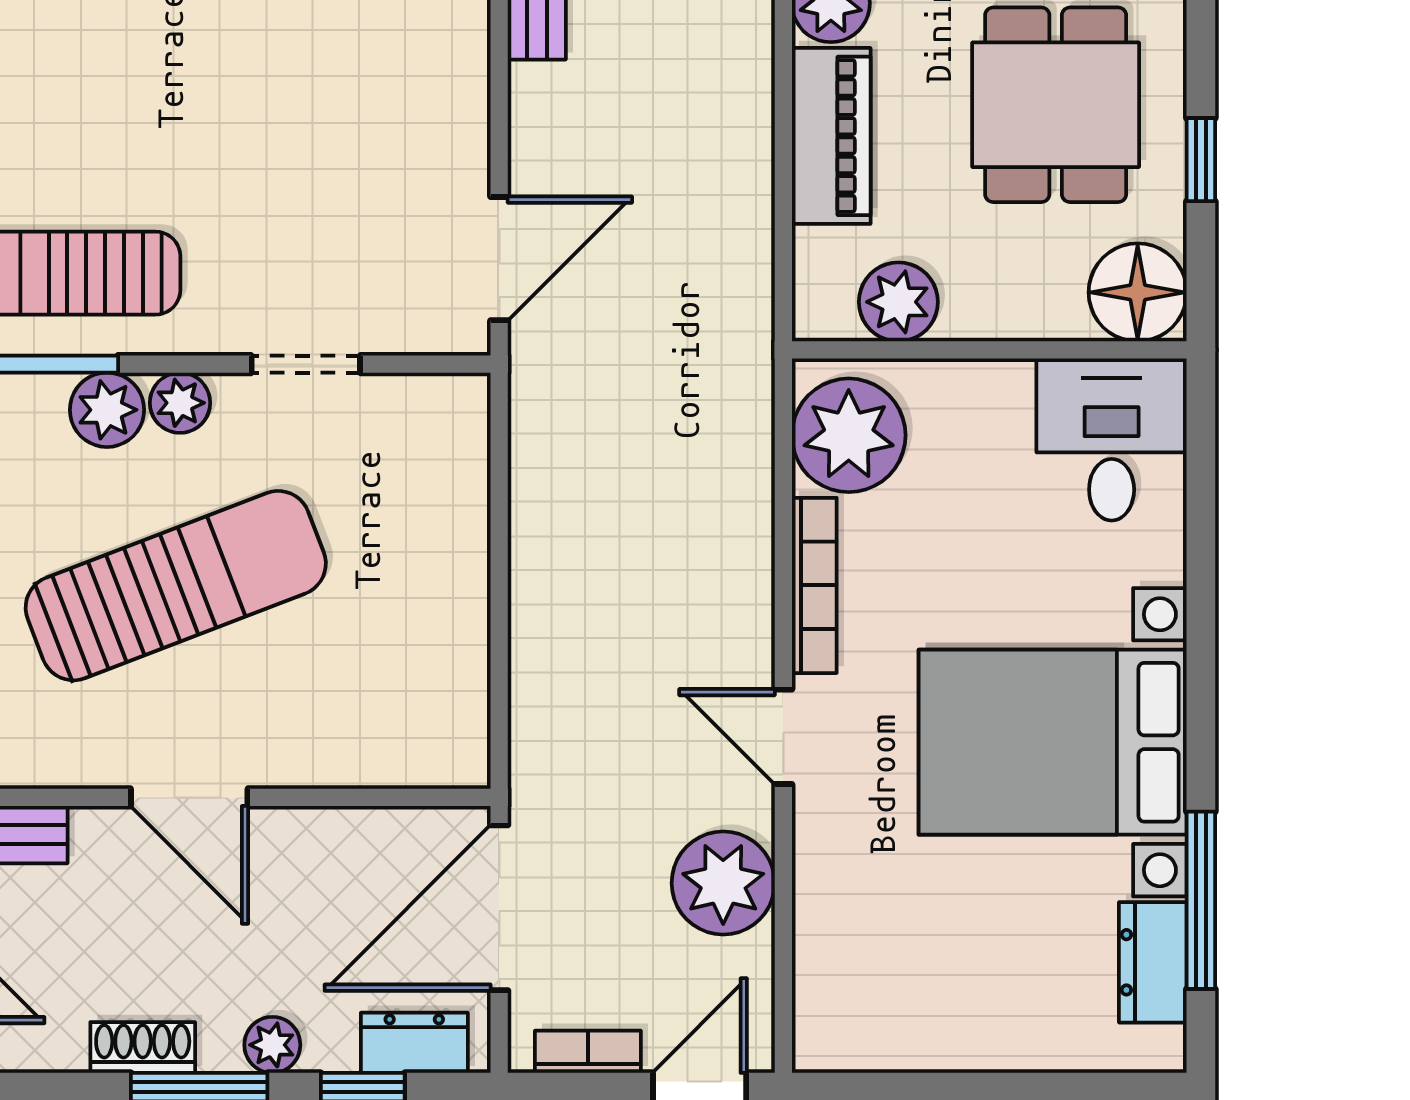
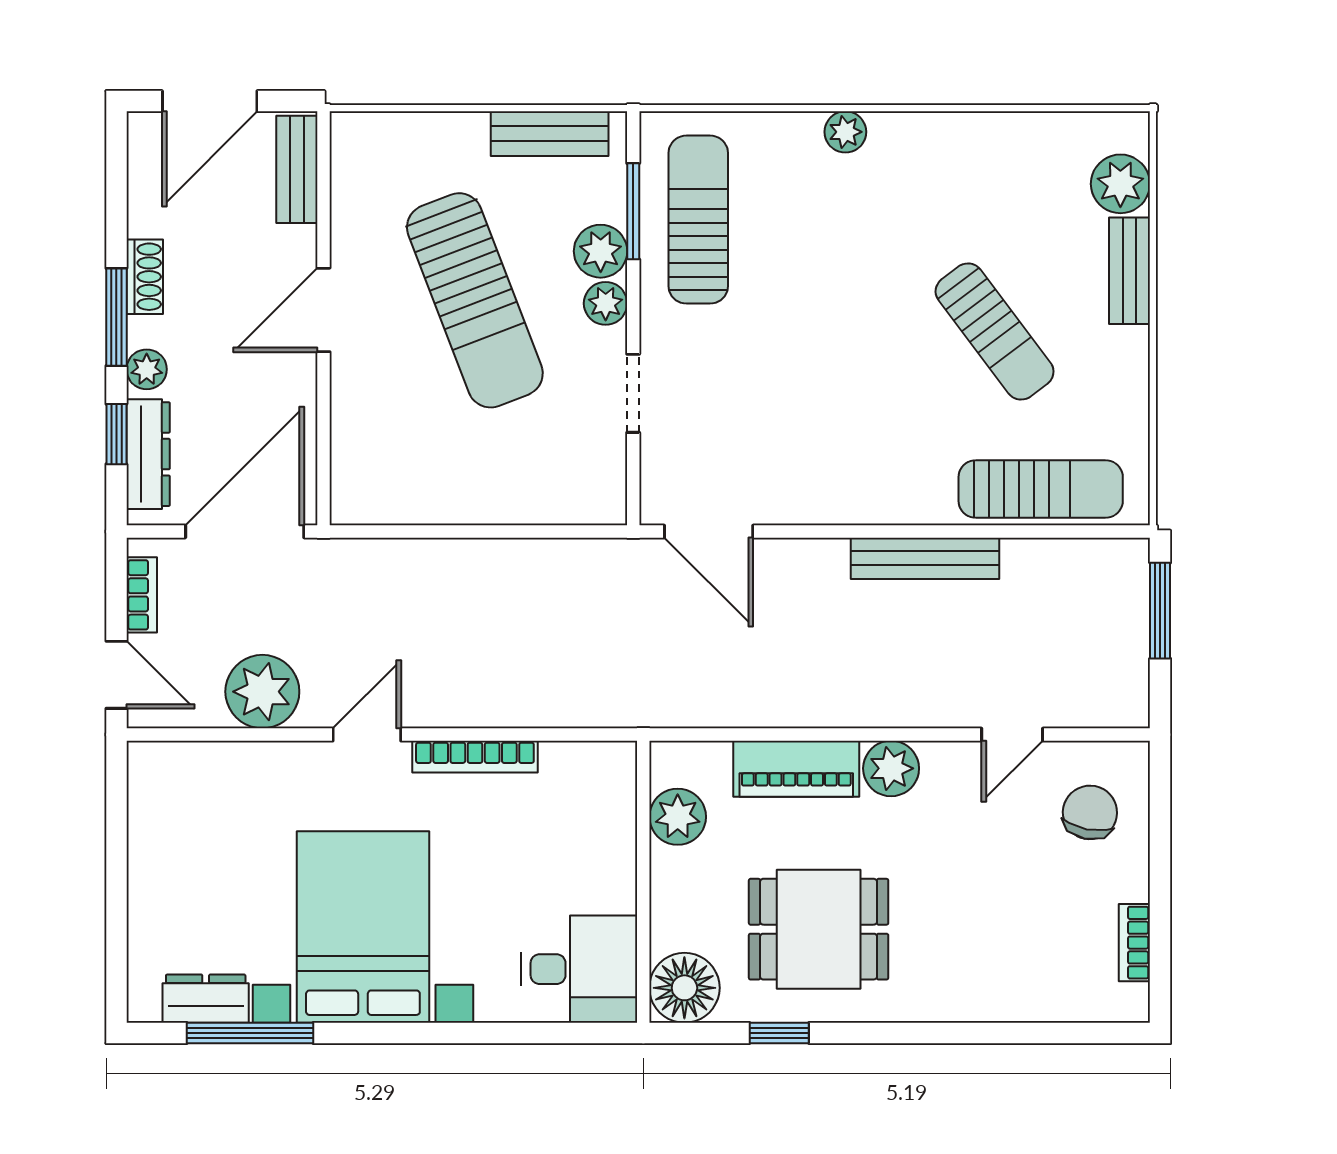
plant: (849, 435) -> (582, 781), removed
door: (499, 908) -> (245, 532), hinge flipped
dresser: (414, 1043) -> (148, 454), width x1.44

